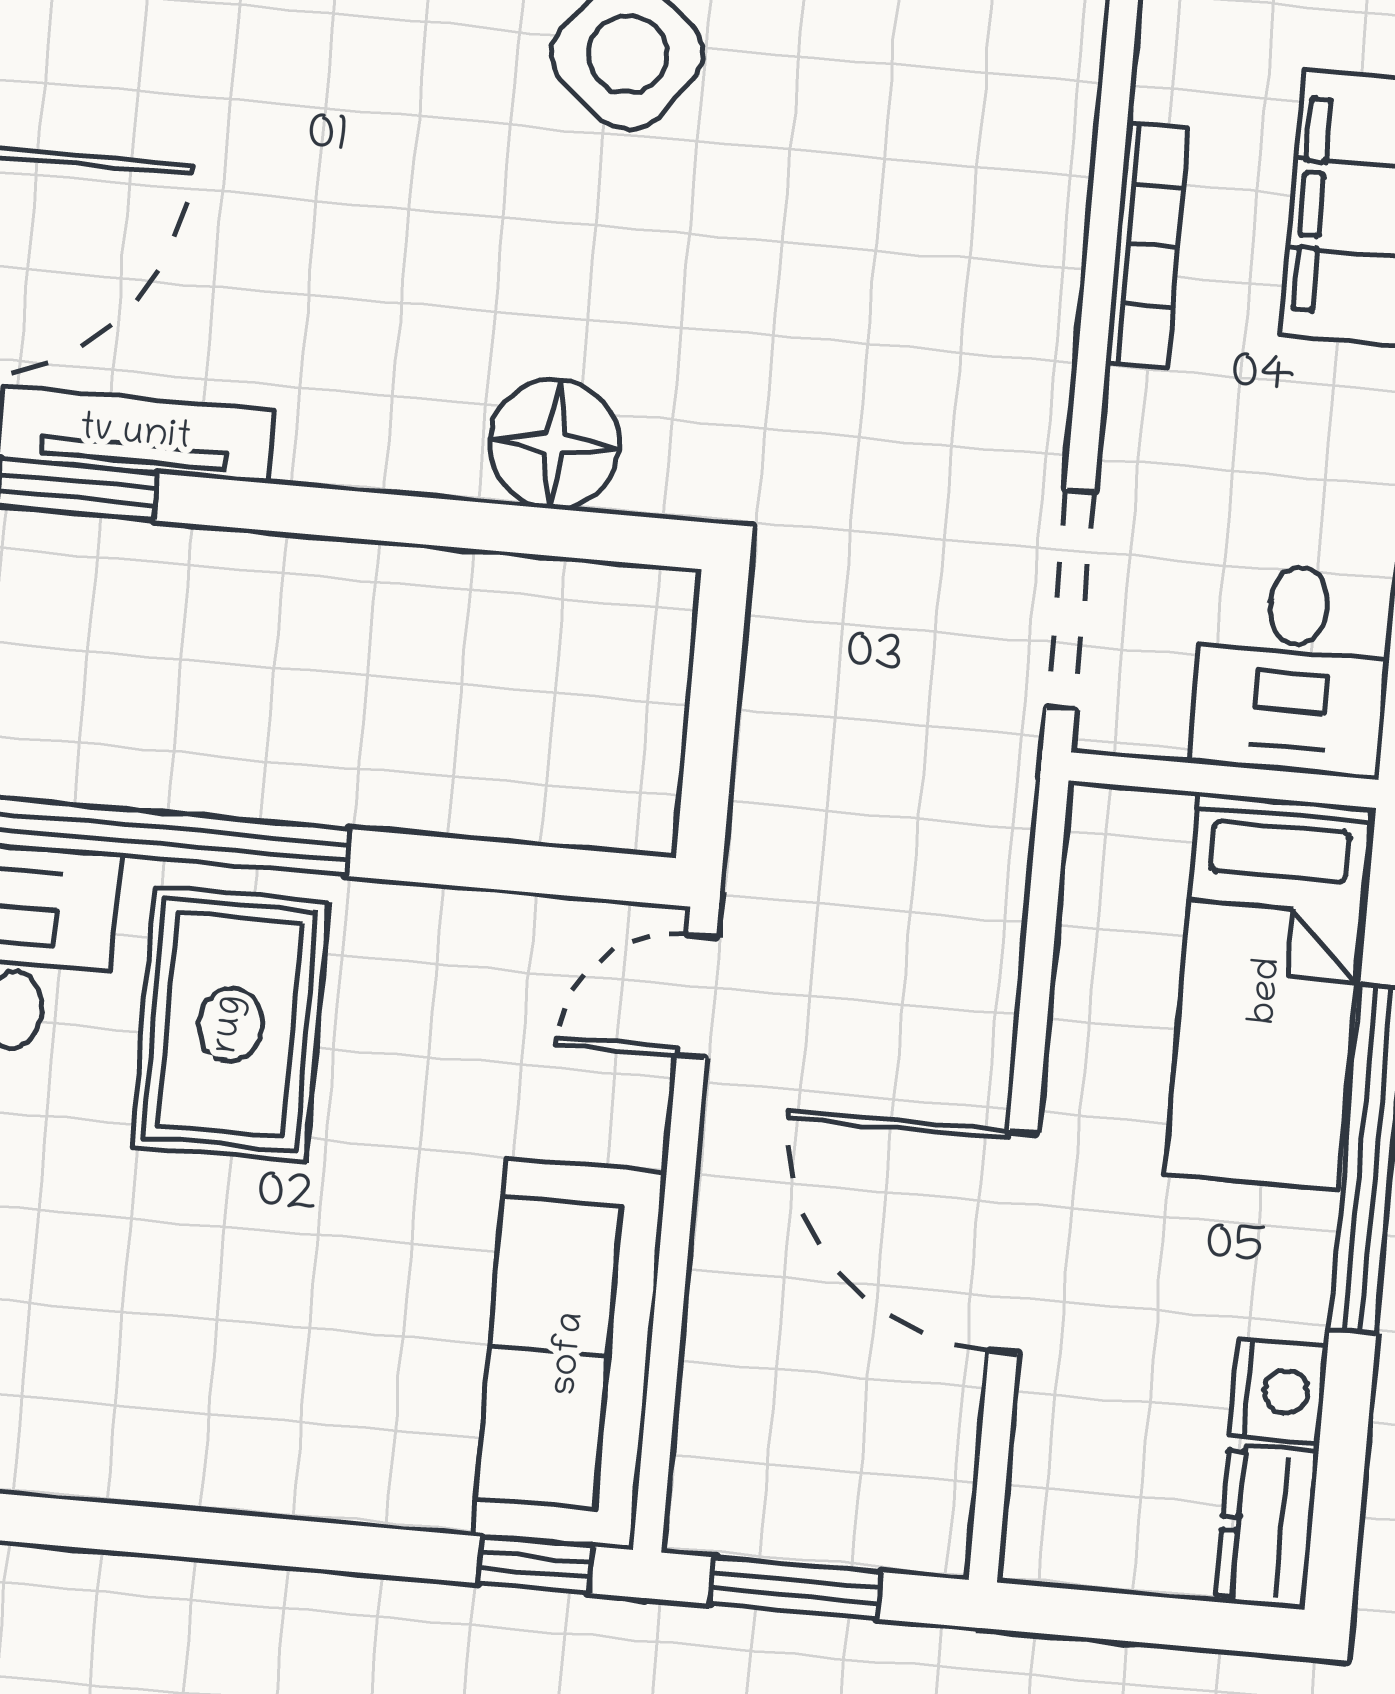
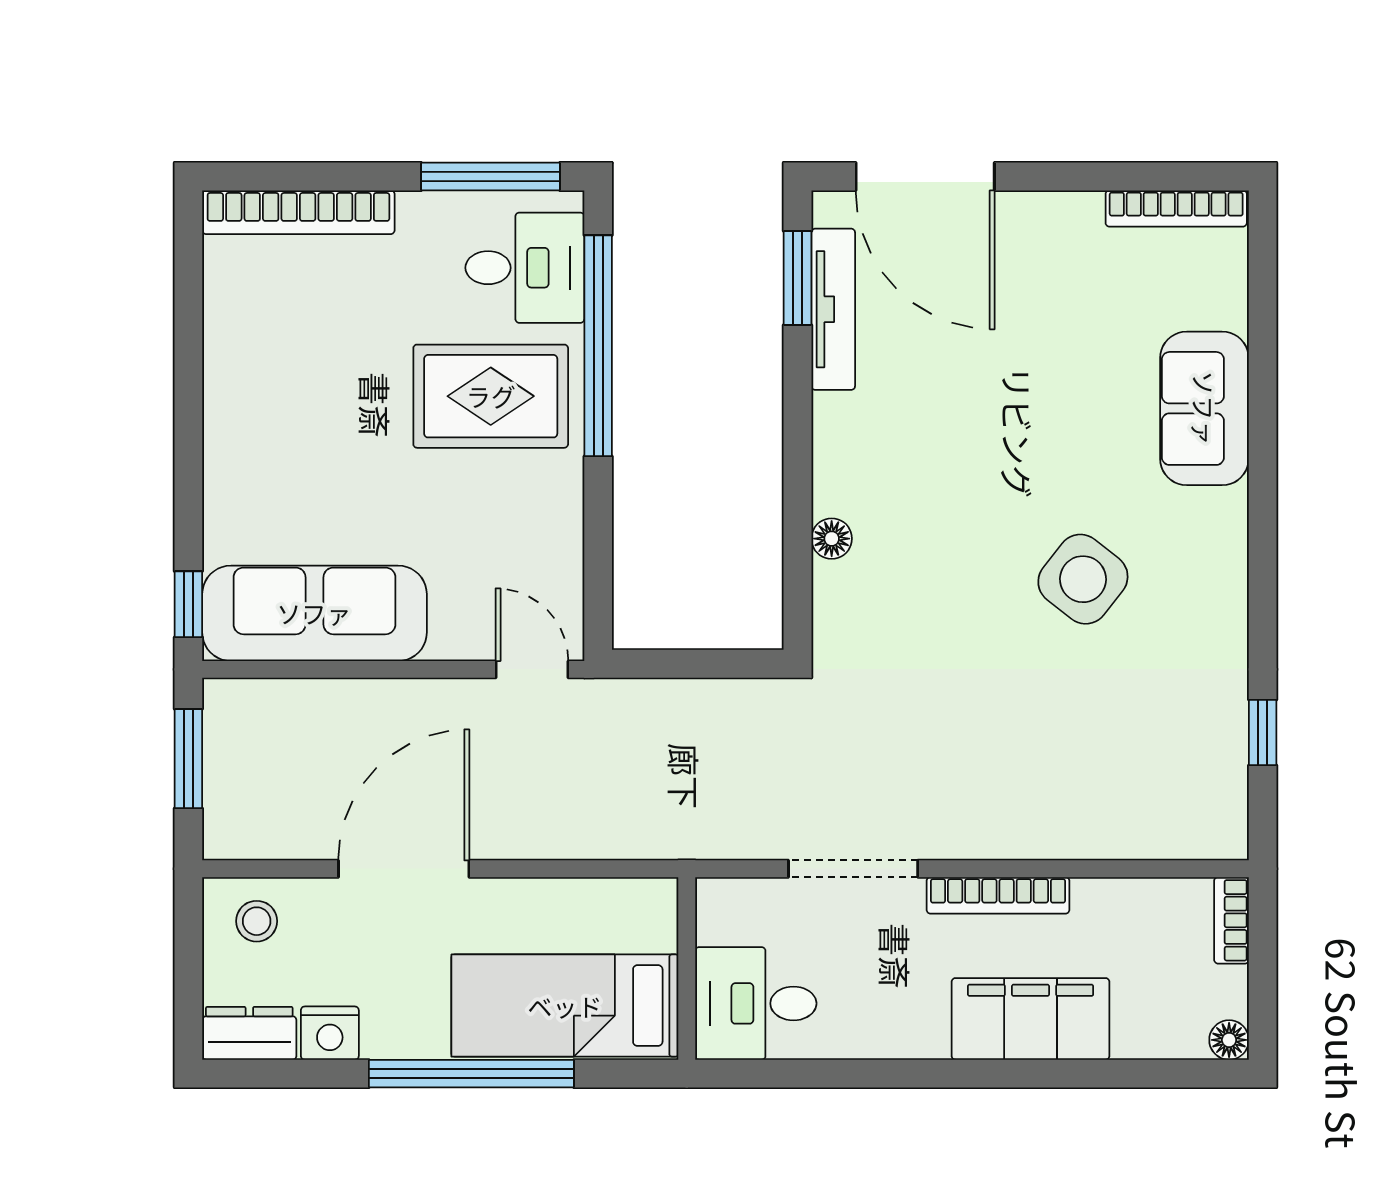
floor lamp: (554, 444) -> (832, 539), width x0.53, depth x0.53
doorway: (1070, 600) -> (853, 869), moved
stool: (1079, 1497) -> (257, 921), added

